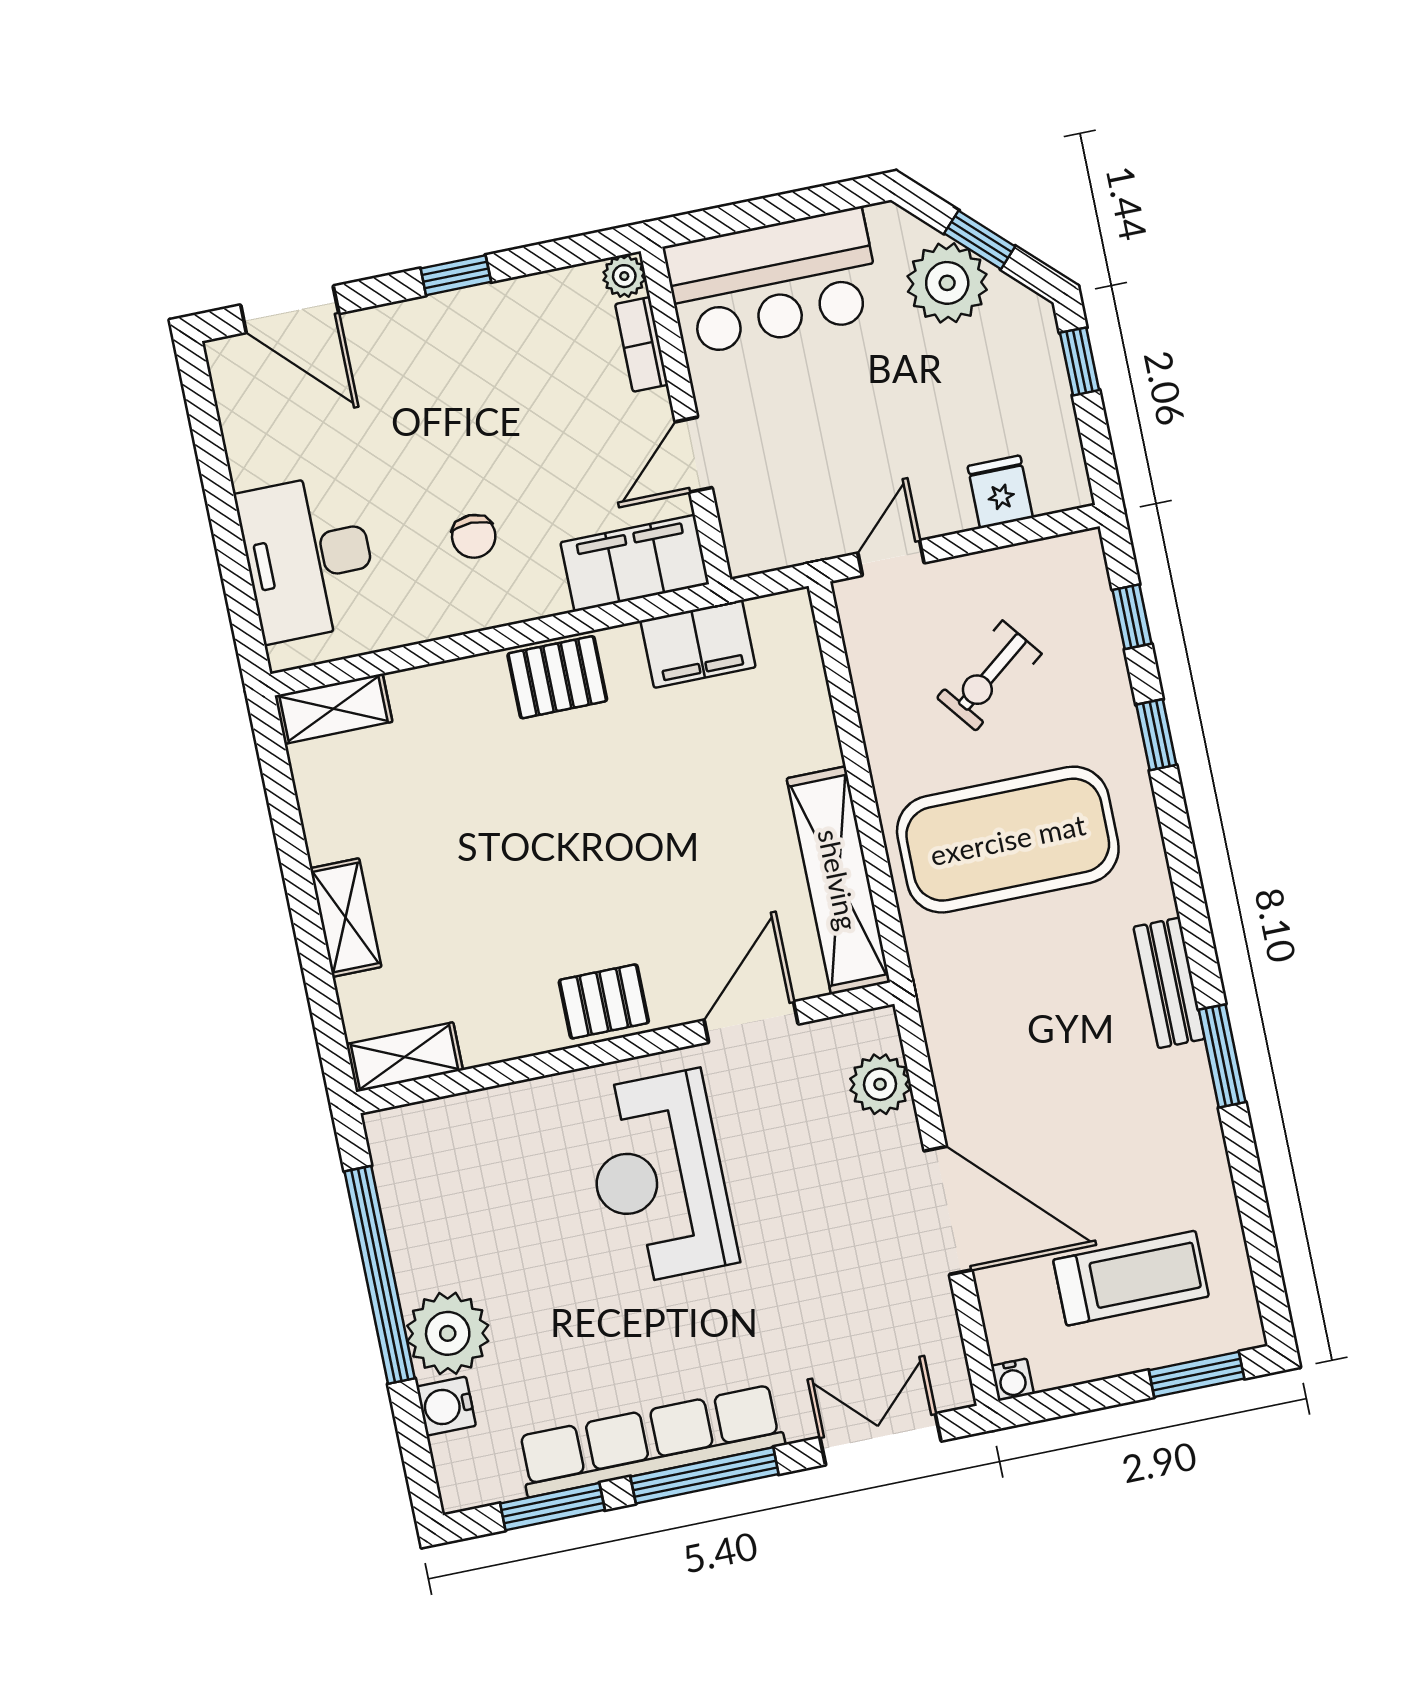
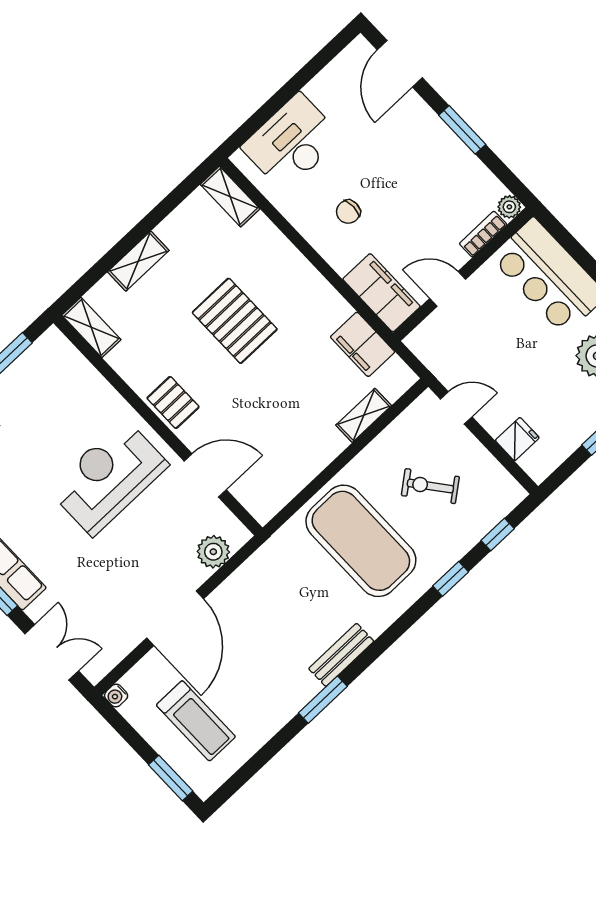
window: (456, 275) -> (462, 130), width x1.50
pallet: (557, 677) -> (235, 321), moved, width x1.50, depth x1.42
shelving: (838, 880) -> (364, 415), moved, width x0.45, depth x0.75

